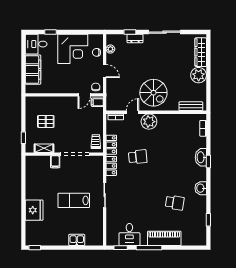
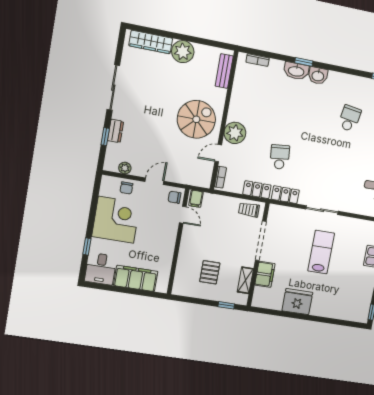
door: (133, 112) -> (218, 153), hinge flipped
filing cabinet: (55, 162) -> (265, 274), width x2.00
washbasin: (201, 188) -> (318, 76), moved
lab bench: (74, 200) -> (321, 252), turned 180
fridge: (34, 210) -> (297, 302), moved

